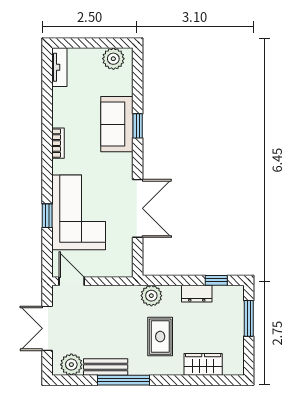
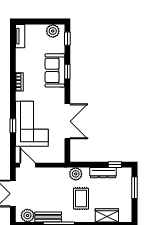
window: (138, 71) -> (67, 39), added
dresser: (197, 294) -> (103, 173), width x1.44

